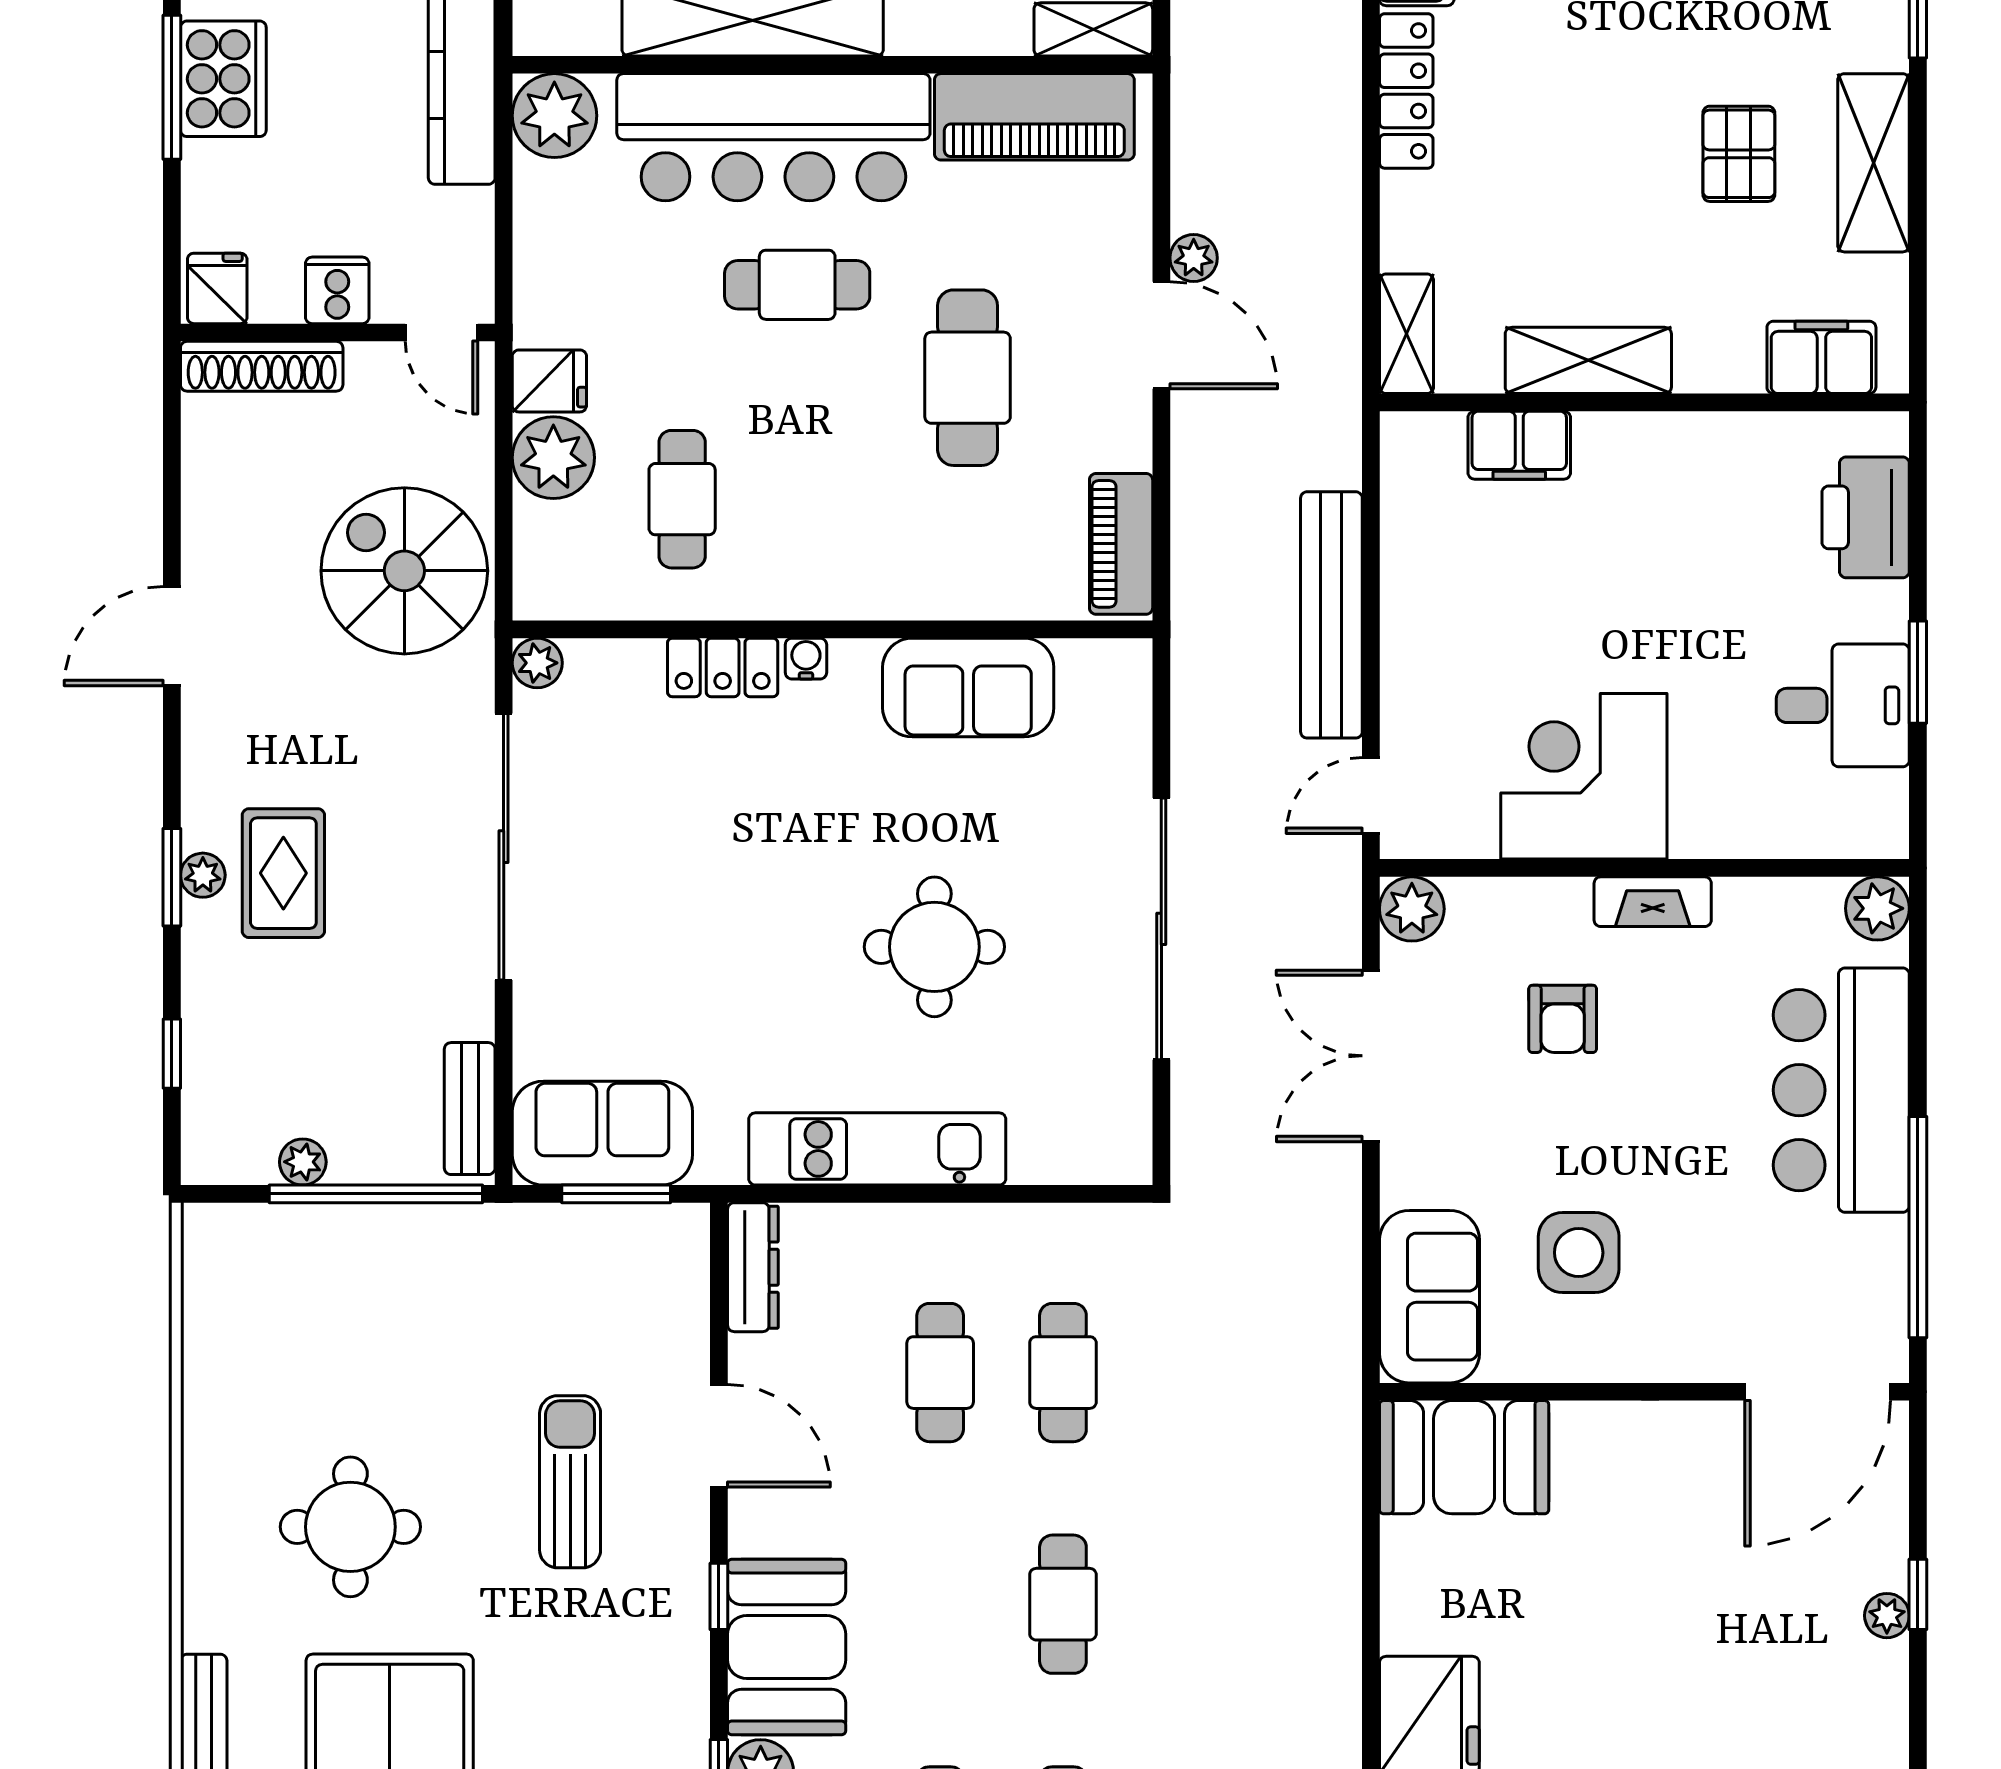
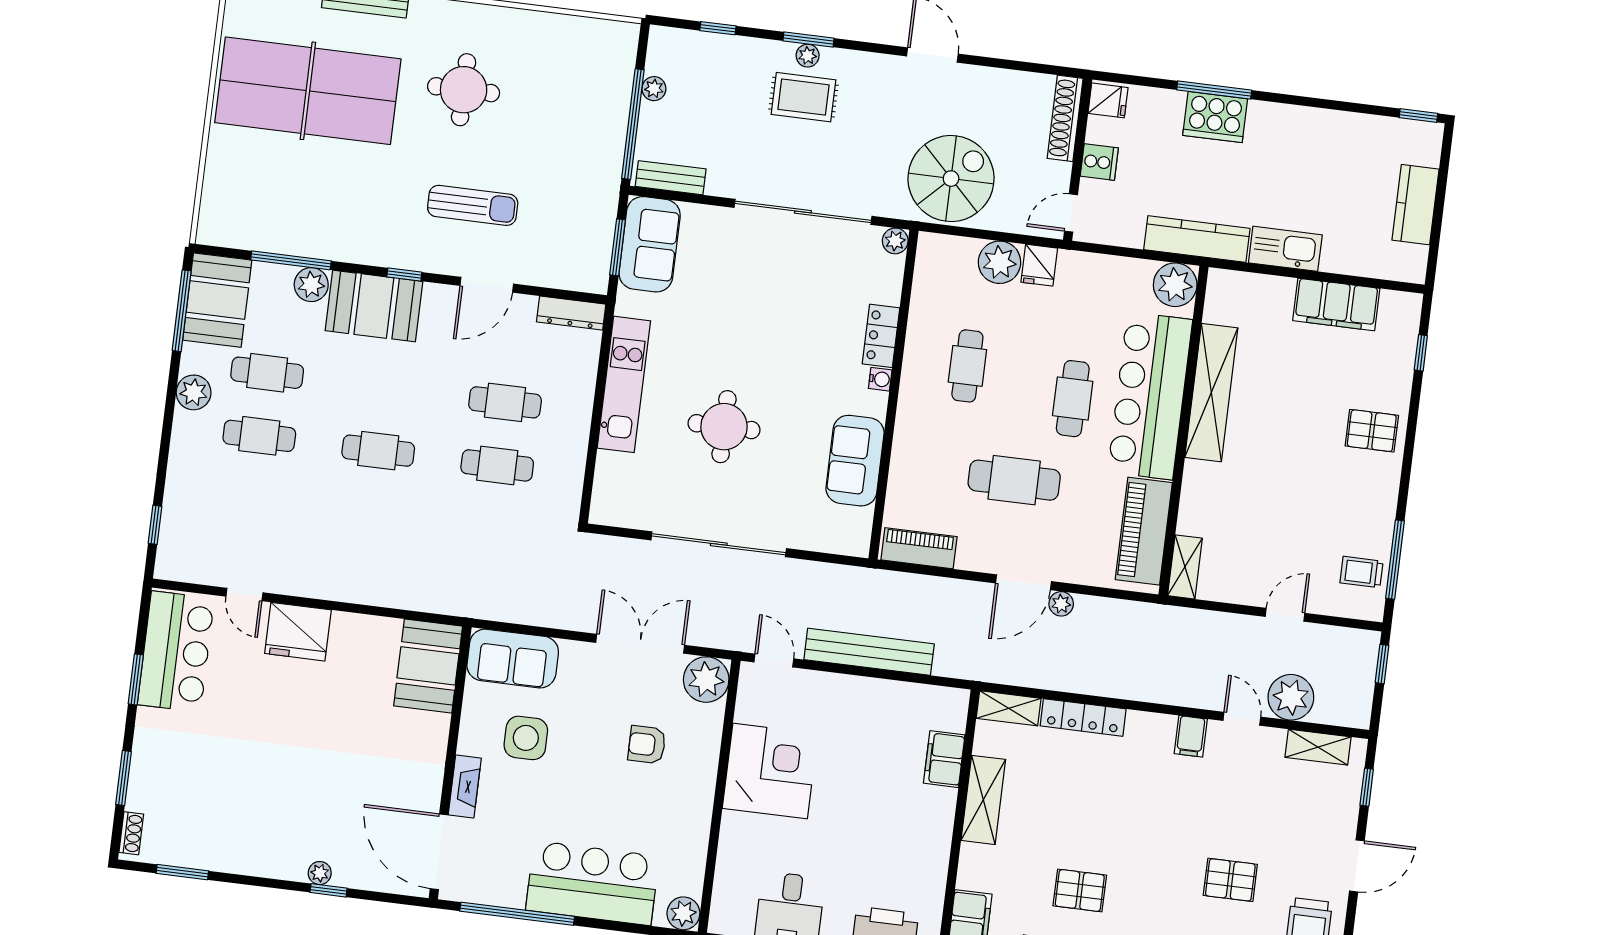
locker: (1406, 91) -> (1083, 717), moved
cafe table: (682, 499) -> (967, 366), moved, turned 90
fireplace: (1653, 902) -> (465, 786), moved, turned 180
plant: (1412, 909) -> (706, 680), width x1.36, depth x1.36

